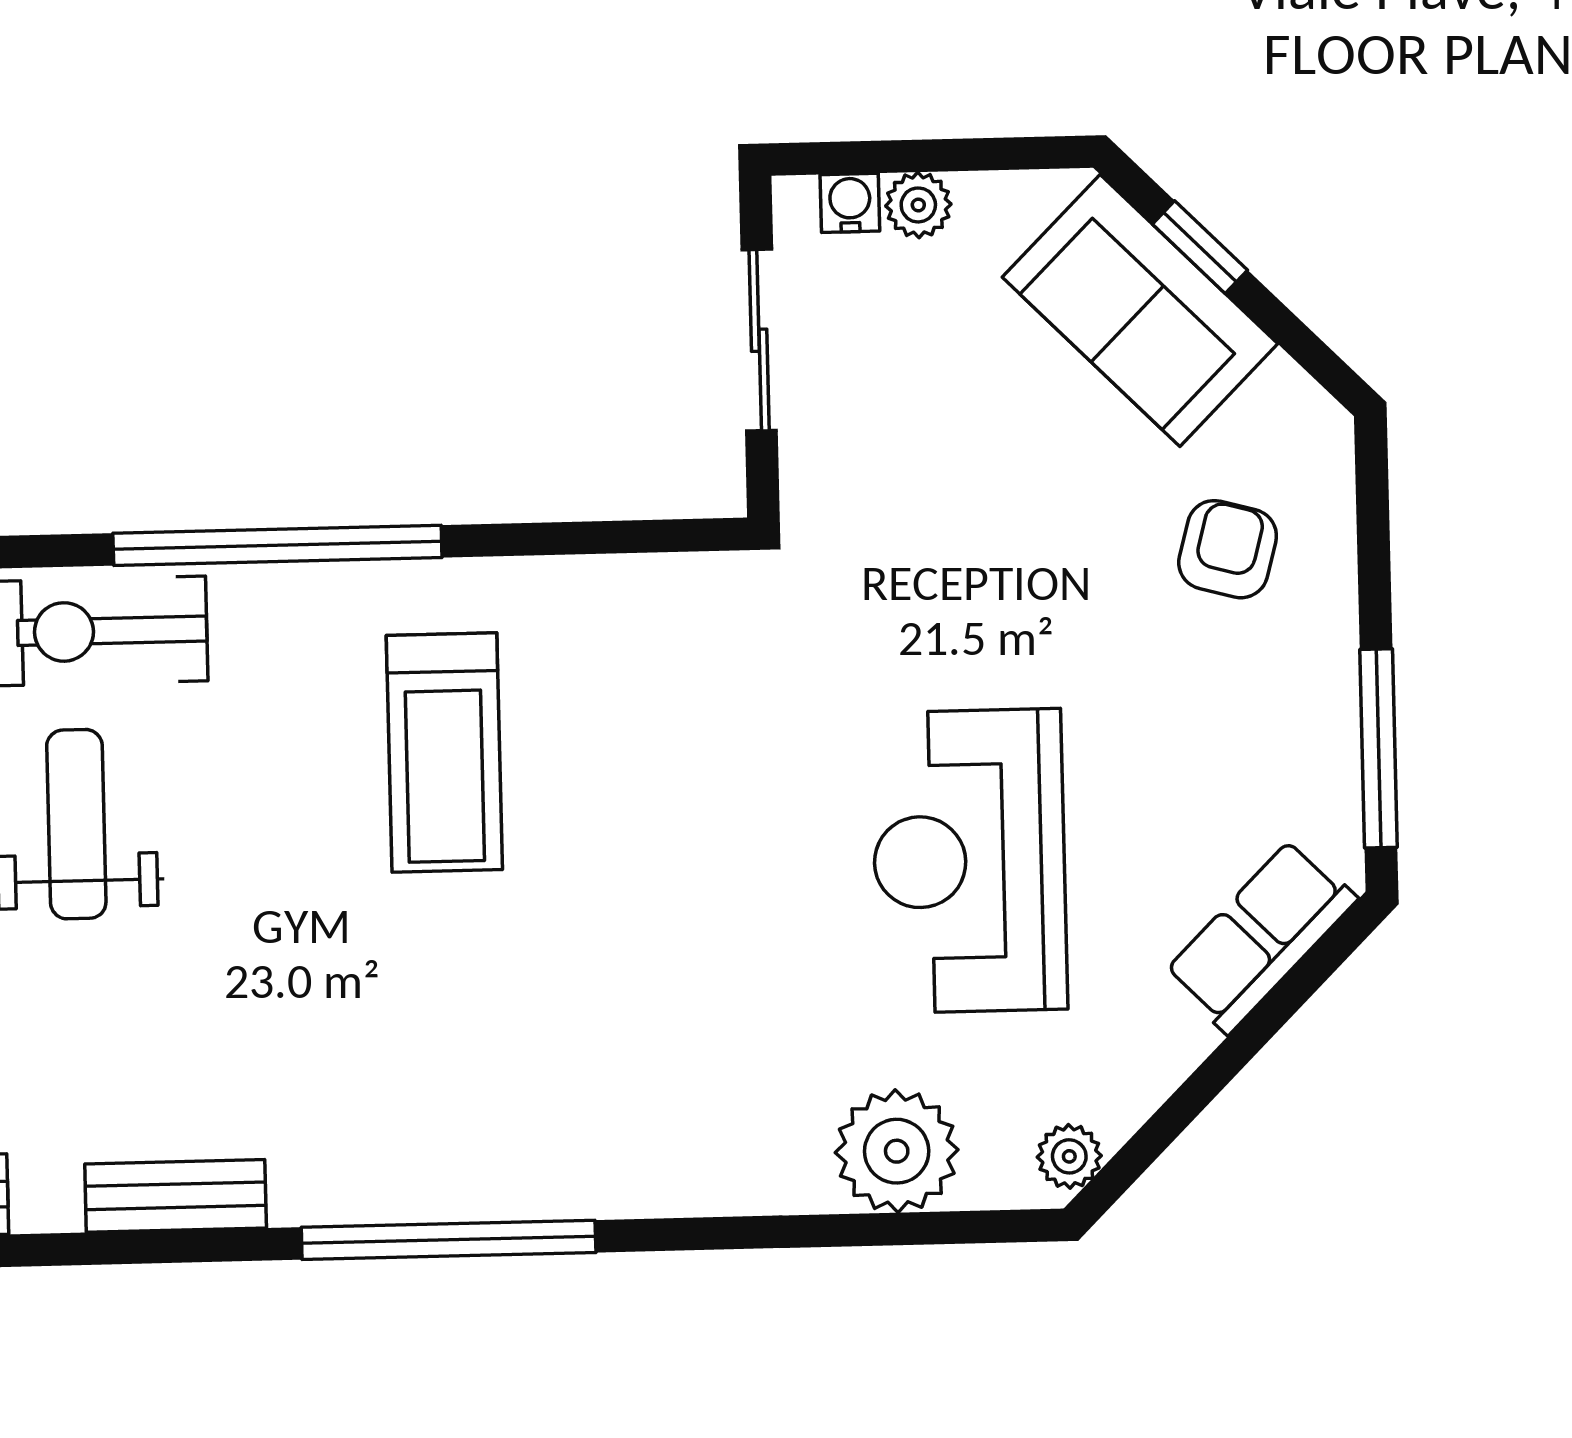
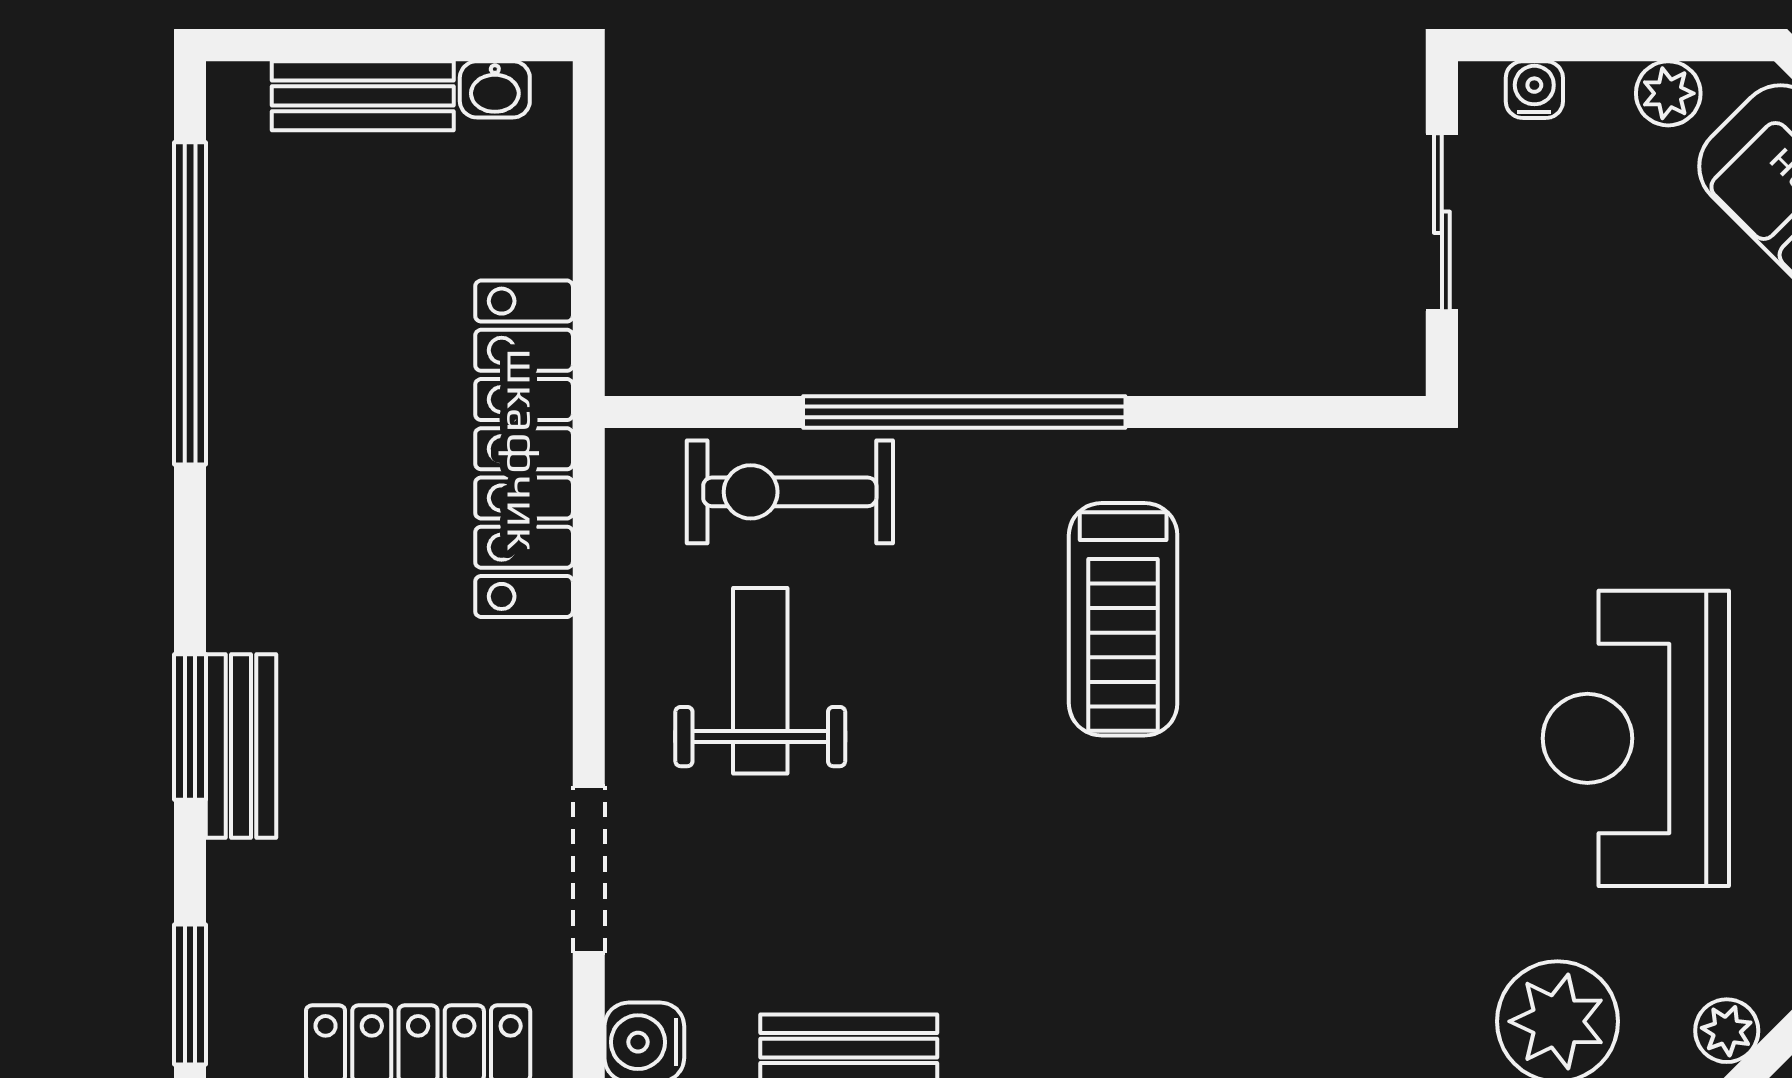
plant: (918, 205) -> (1668, 93), moved

